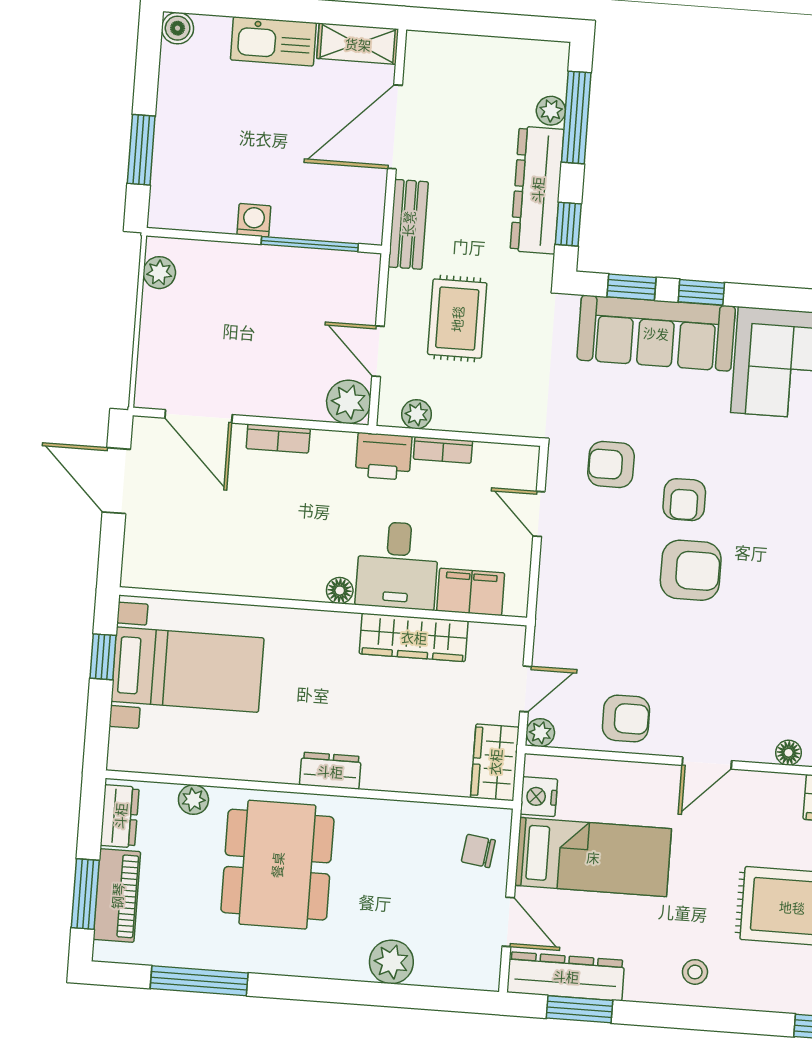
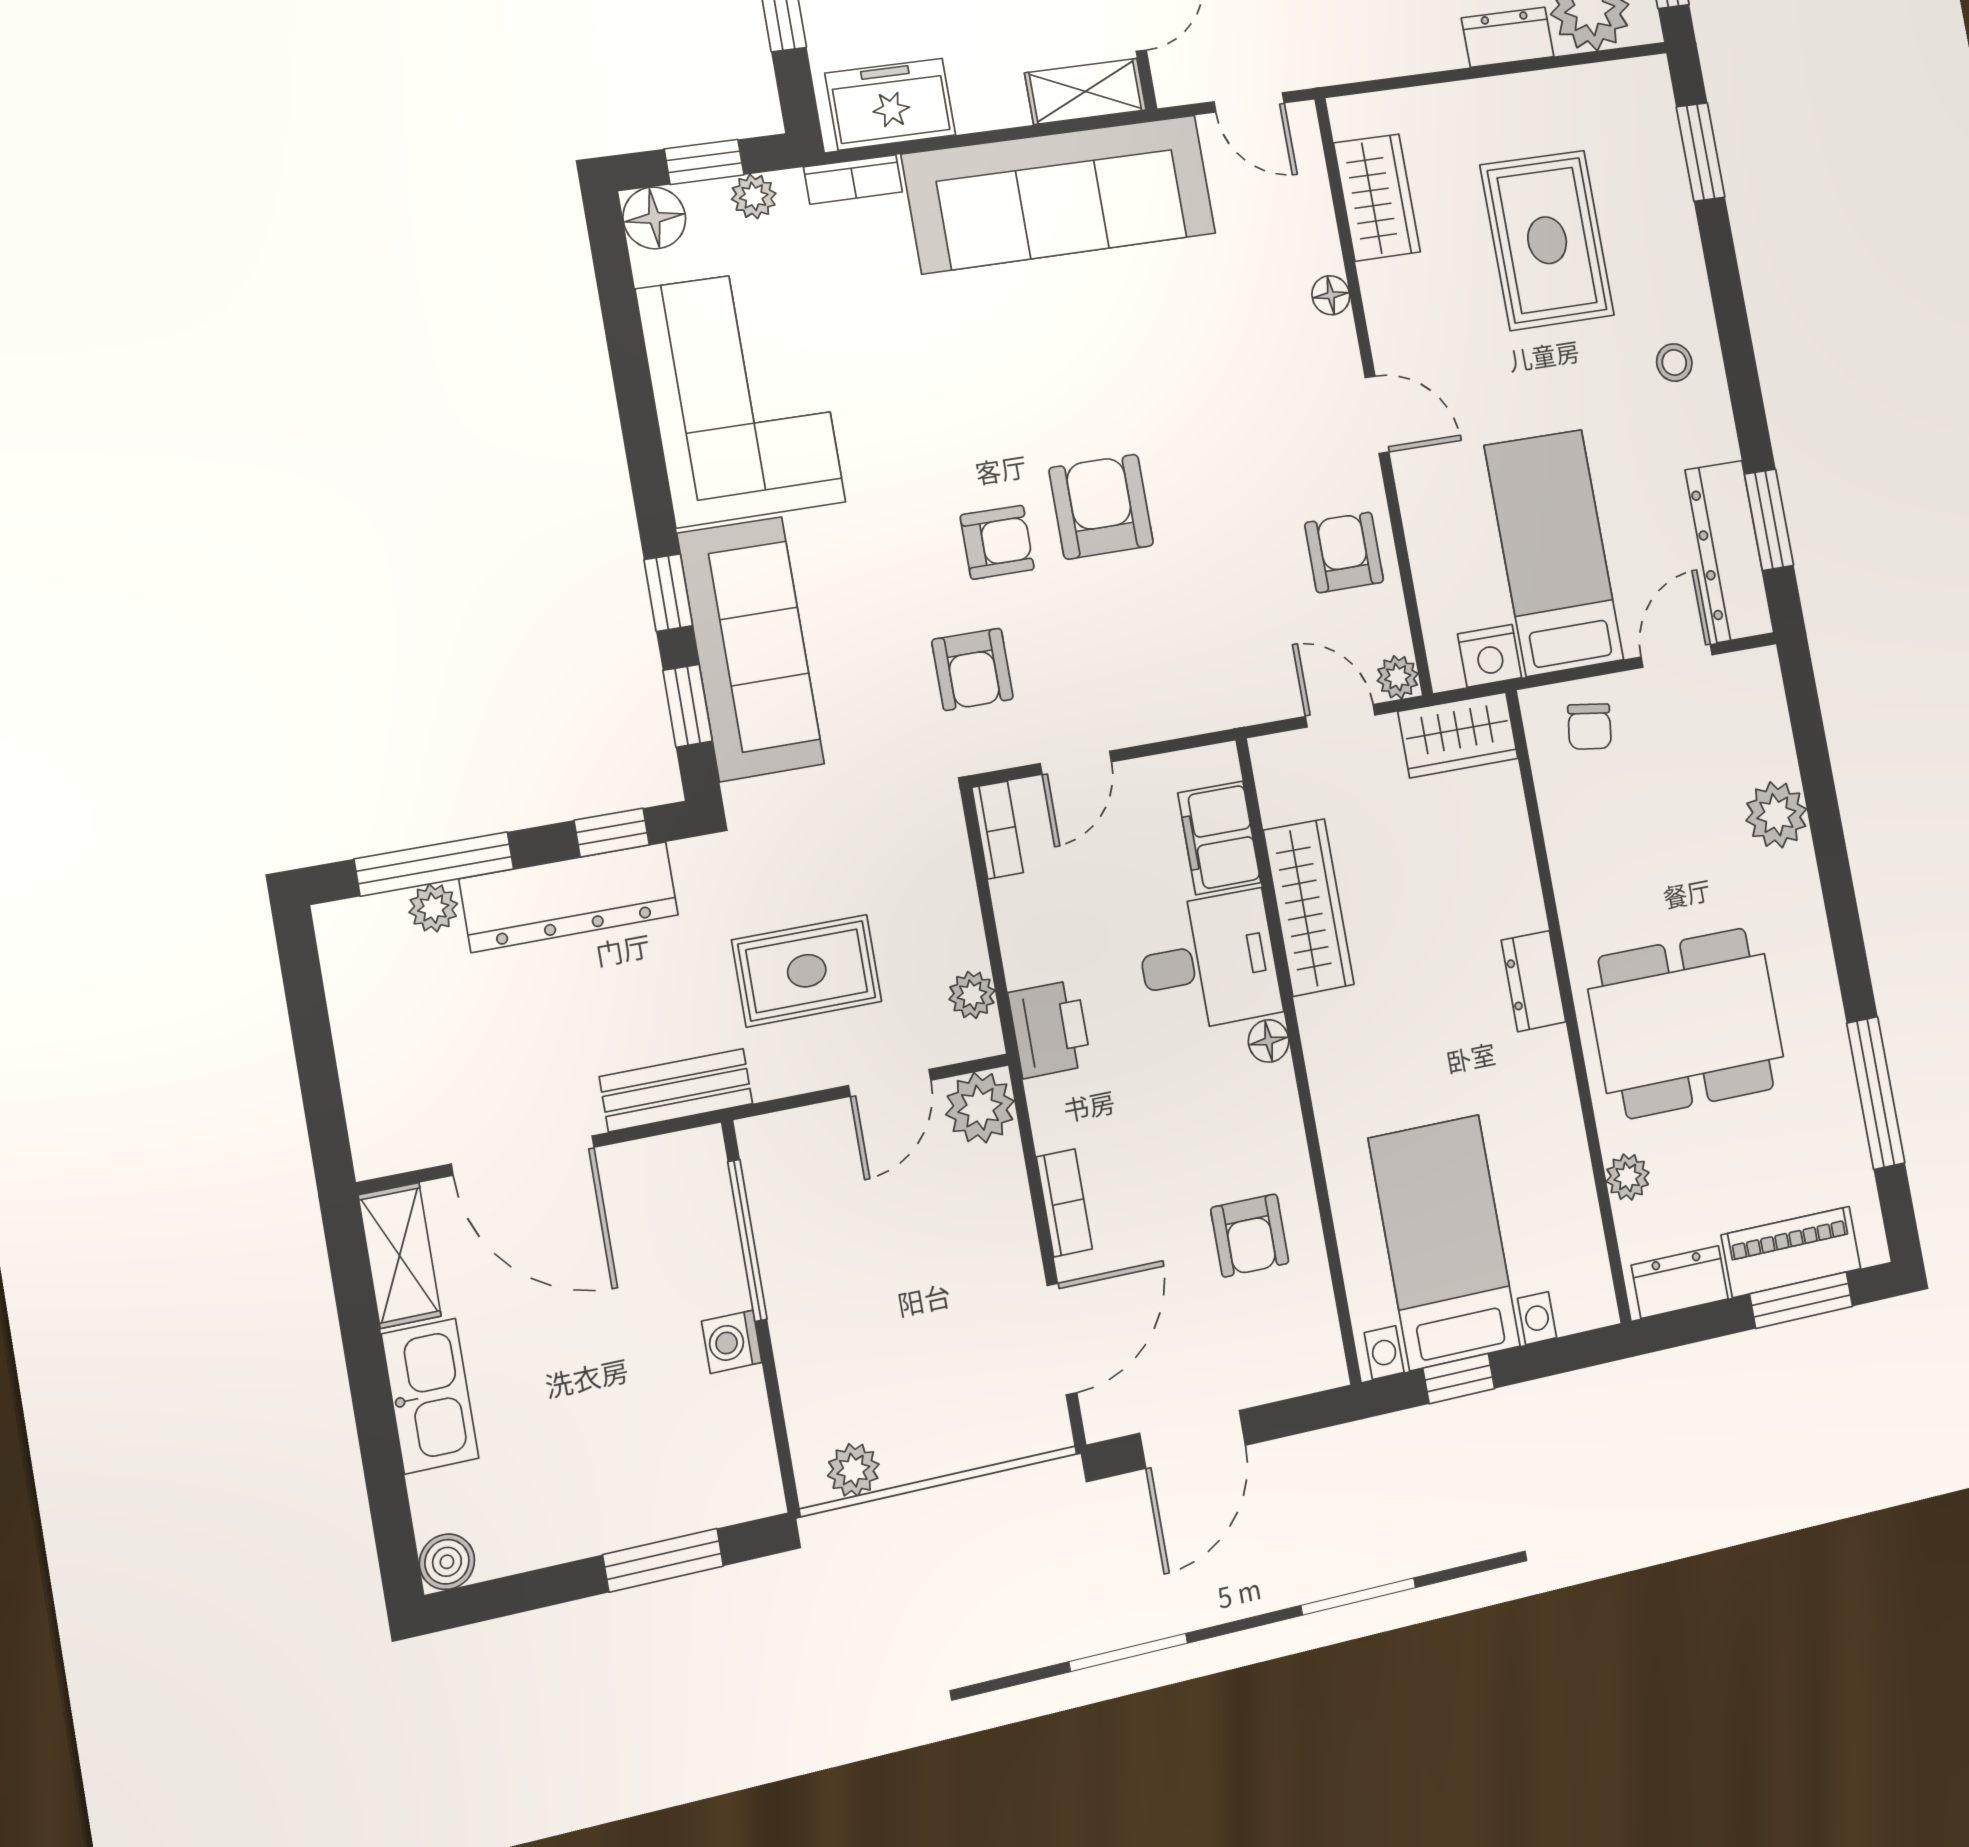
bookcase: (443, 450) -> (998, 830), moved
armchair: (227, 548) -> (1250, 1235), added

